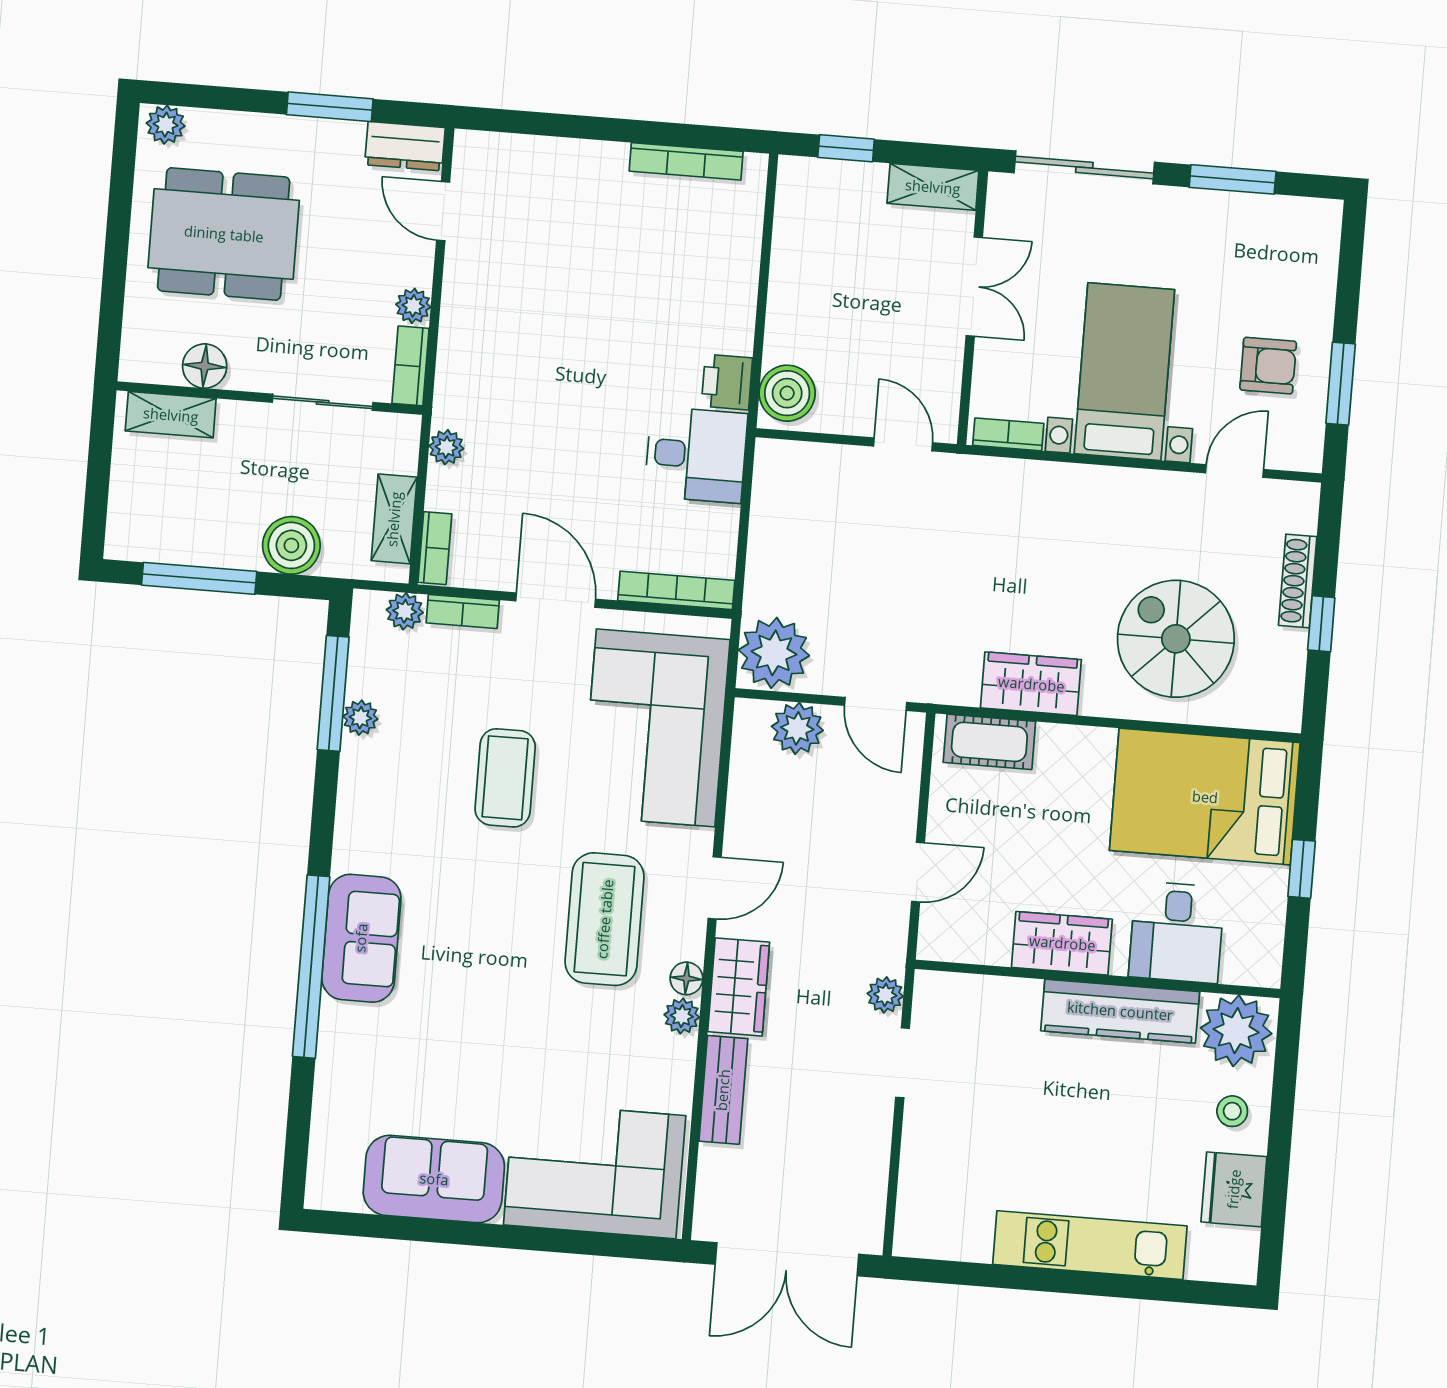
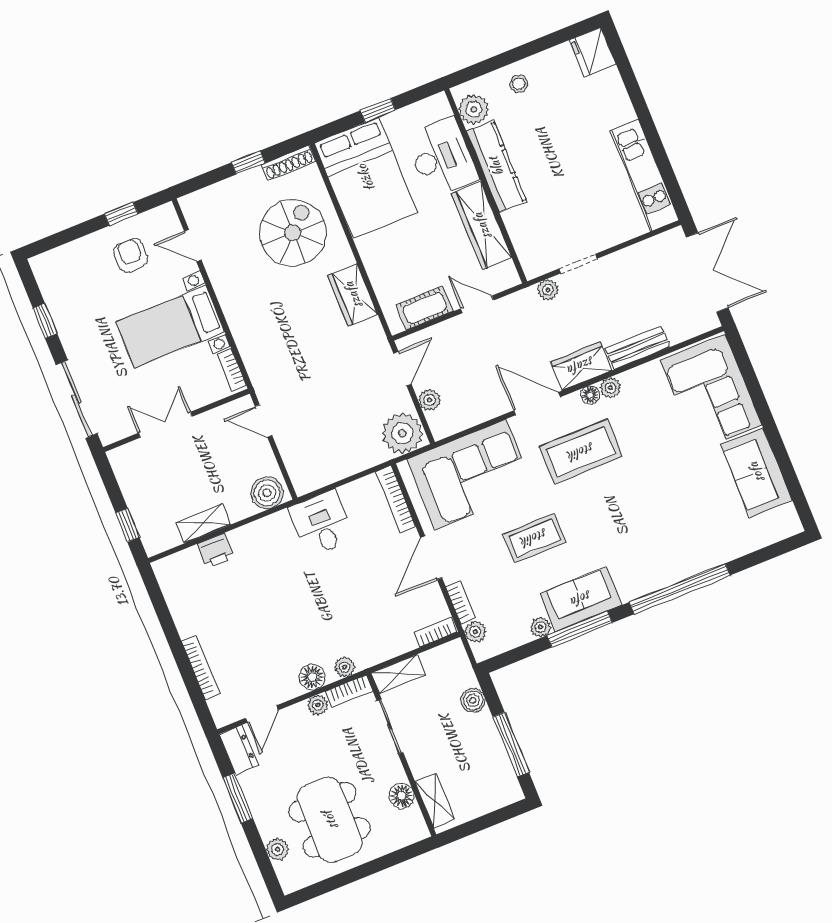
plant: (166, 125) -> (277, 849), moved
bookcase: (686, 161) -> (201, 667), moved
window: (1233, 179) -> (45, 321), width x0.67
shelving: (933, 187) -> (203, 523), moved, turned 90
floor lamp: (462, 319) -> (312, 677), added
printer: (727, 382) -> (216, 551), moved
window: (1341, 384) -> (121, 214), width x0.67
door: (903, 444) -> (264, 421), hinge flipped
plant: (446, 447) -> (345, 667), moved
shelving: (394, 519) -> (398, 674), moved
boiler: (291, 545) -> (473, 700), width x0.73, depth x0.73
shoe rack: (1298, 581) -> (288, 163), moved
spiral stairs: (1176, 639) -> (293, 233), turned 180
window: (333, 693) -> (580, 629), moved
plant: (797, 728) -> (430, 400), width x0.73, depth x0.73
cot: (989, 742) -> (425, 308), moved, turned 90
door: (715, 888) -> (537, 404), width x1.38
desk: (1177, 932) -> (442, 158), width x1.37
sofa: (361, 938) -> (581, 599), moved
wardrobe: (1062, 943) -> (482, 226), width x1.50
plant: (1236, 1031) -> (474, 109), width x0.73, depth x0.73
fridge: (1234, 1189) -> (593, 52), moved, turned 90
kitchen unit: (1090, 1245) -> (645, 175), moved

